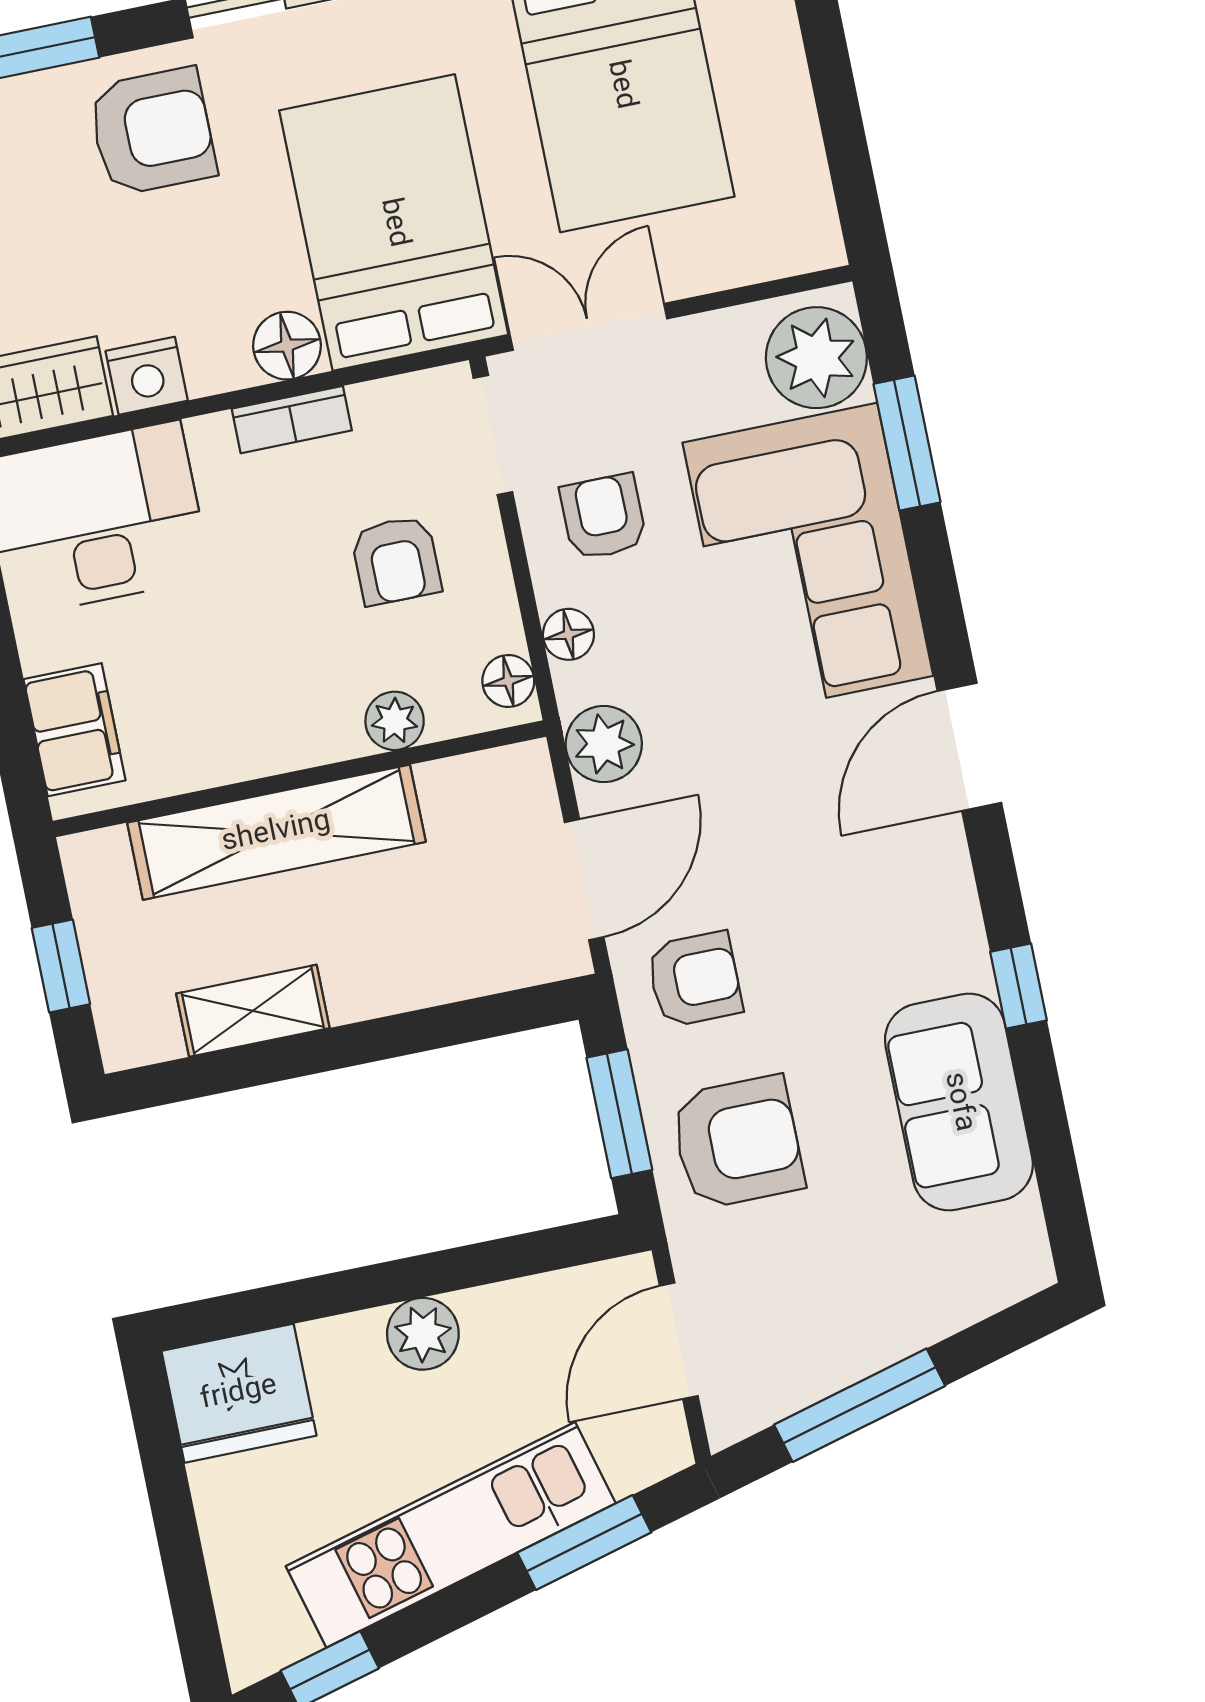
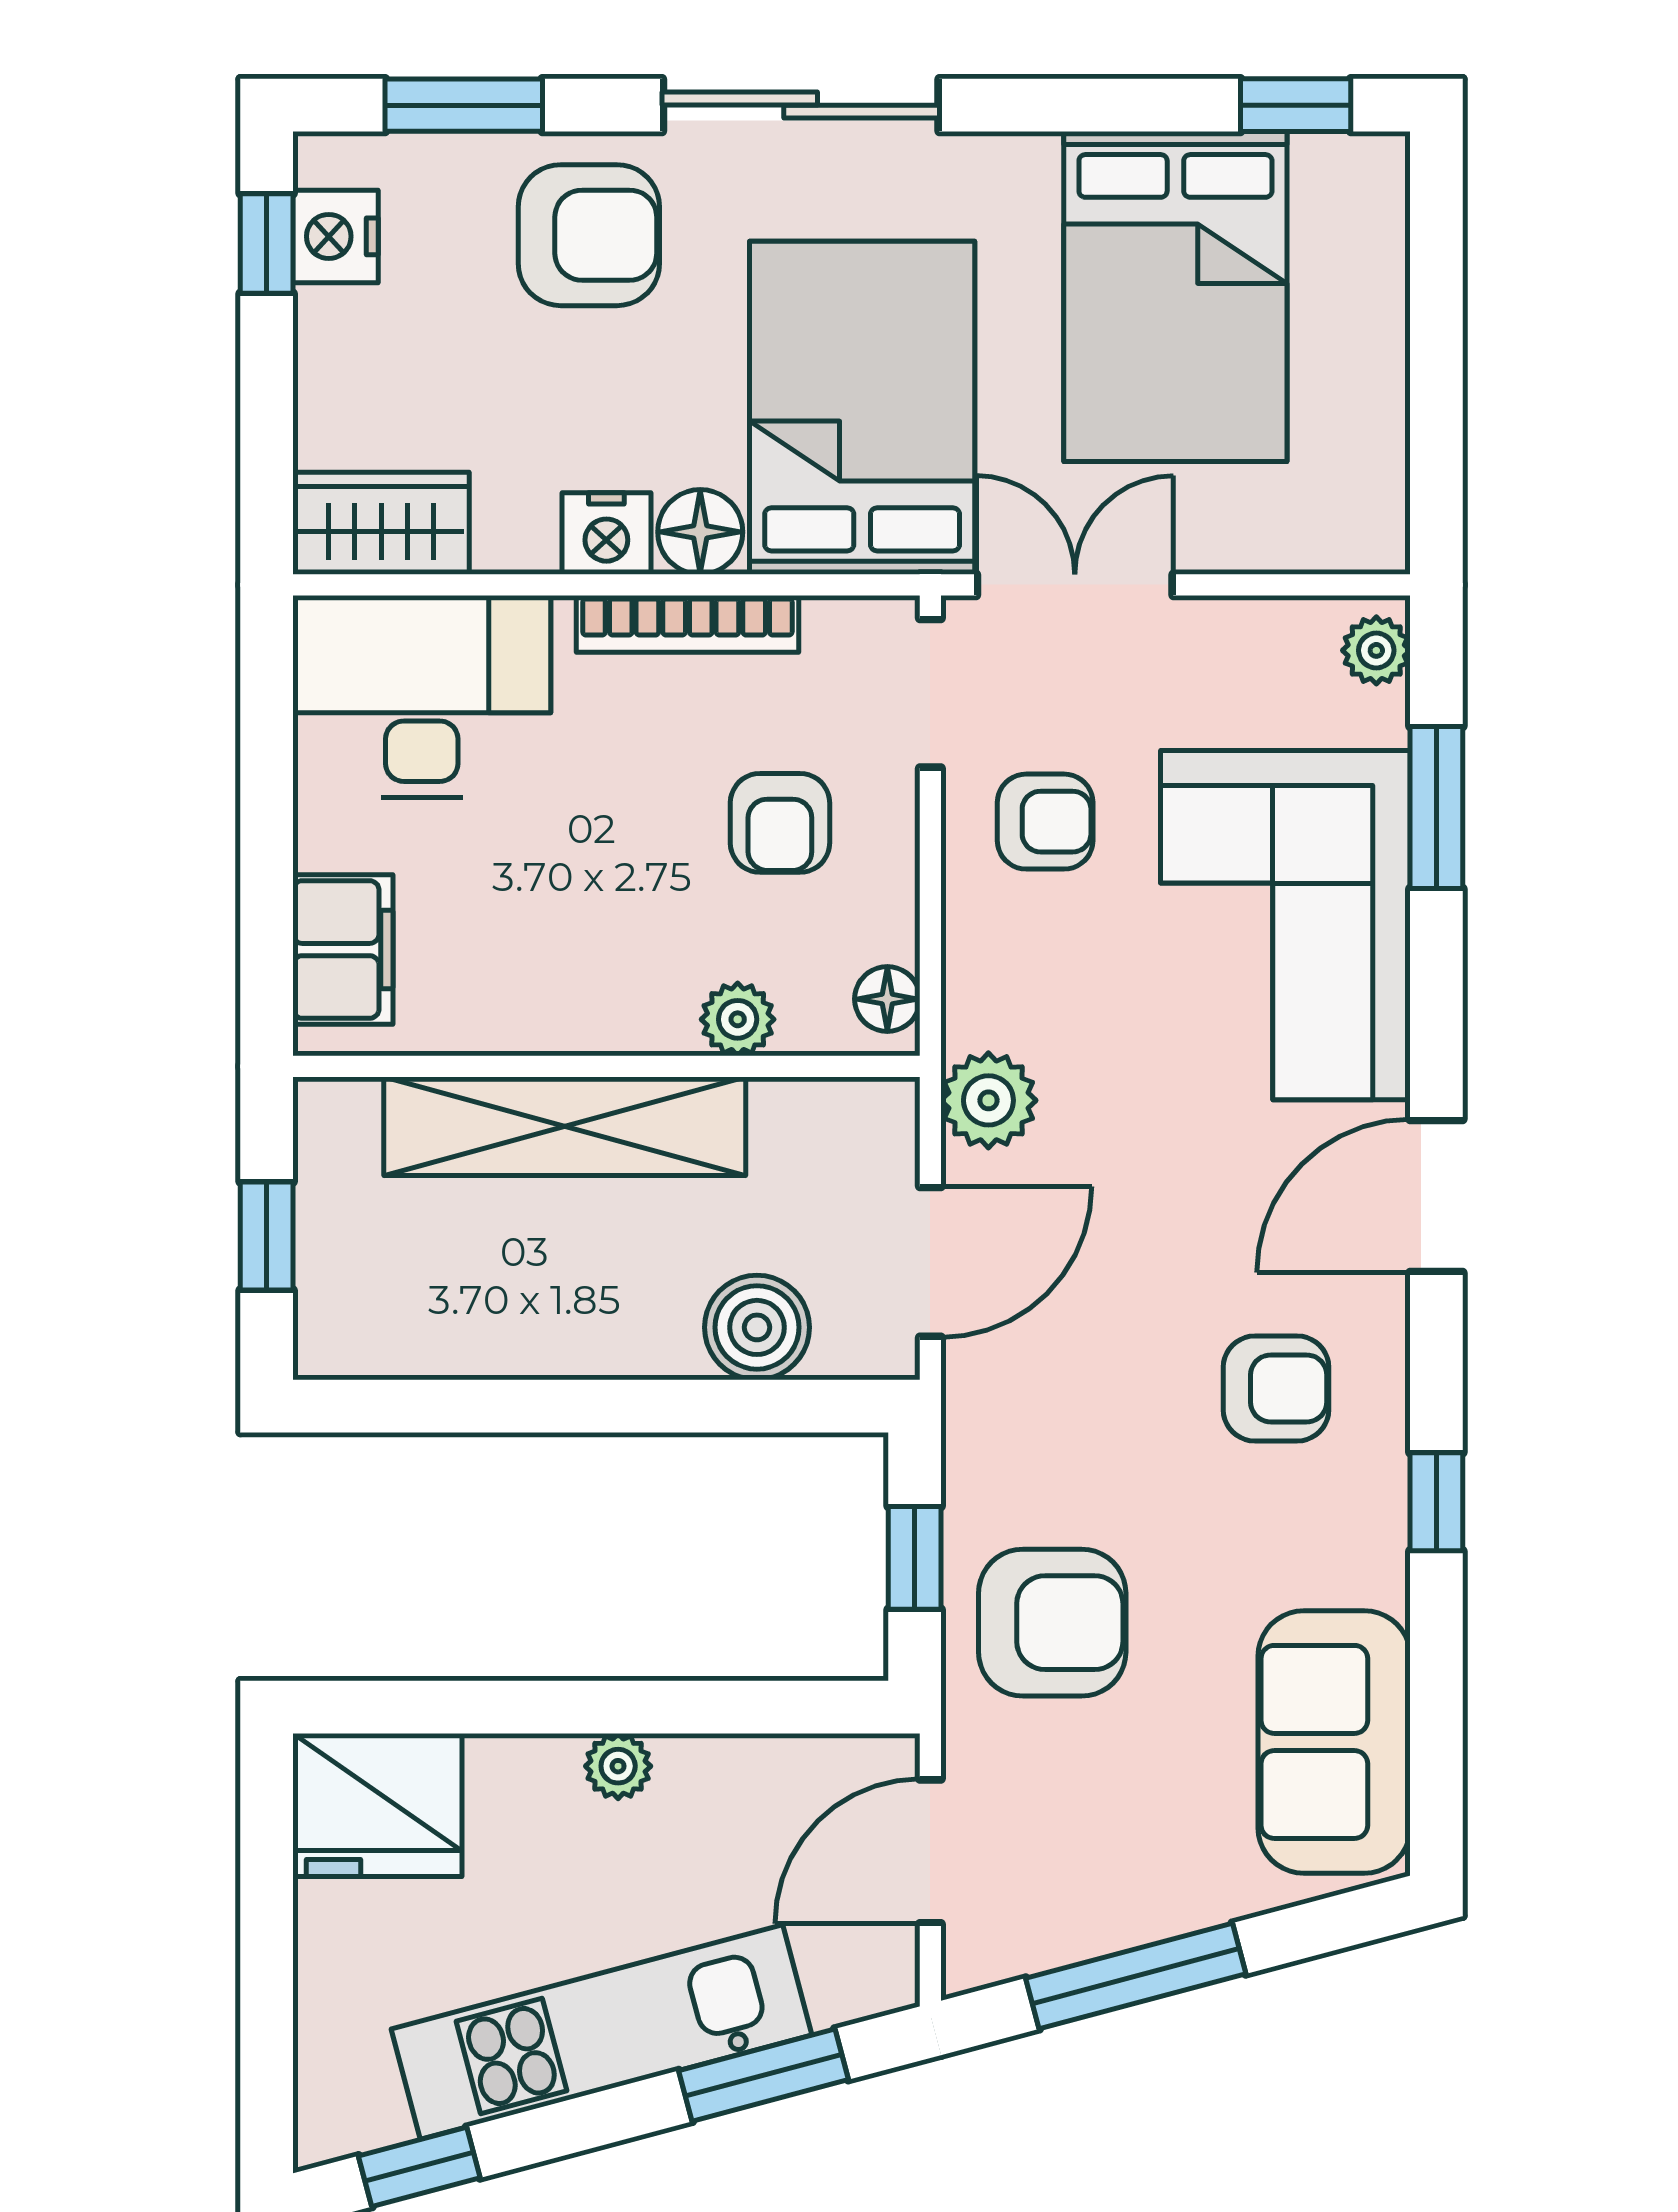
plant: (816, 358) -> (1376, 650), width x0.53, depth x0.53
nightstand: (147, 376) -> (606, 534), moved
bookcase: (292, 420) -> (687, 624), width x1.56
armchair: (603, 517) -> (1045, 822), turned 90
floor lamp: (568, 634) -> (973, 957), removed
boiler: (459, 959) -> (757, 1327), added
armchair: (695, 979) -> (1276, 1388), moved
shelving: (253, 1011) -> (491, 1339), removed
sofa: (959, 1102) -> (1334, 1742), moved
window: (619, 1114) -> (915, 1558), width x0.67
plant: (423, 1334) -> (618, 1766), width x0.73, depth x0.73

